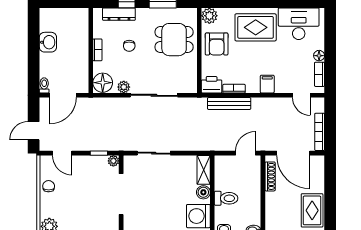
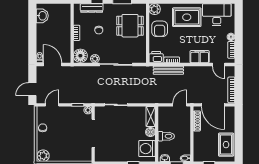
washbasin: (48, 42) -> (42, 16), moved
filing cabinet: (267, 84) -> (200, 57), width x2.00
door: (63, 95) -> (53, 64), swing flipped
door: (62, 153) -> (52, 105), swing flipped

